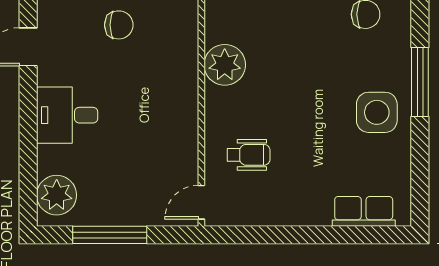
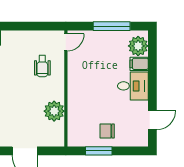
wheelchair: (248, 155) -> (42, 66), turned -90
filing cabinet: (55, 159) -> (139, 64), added

